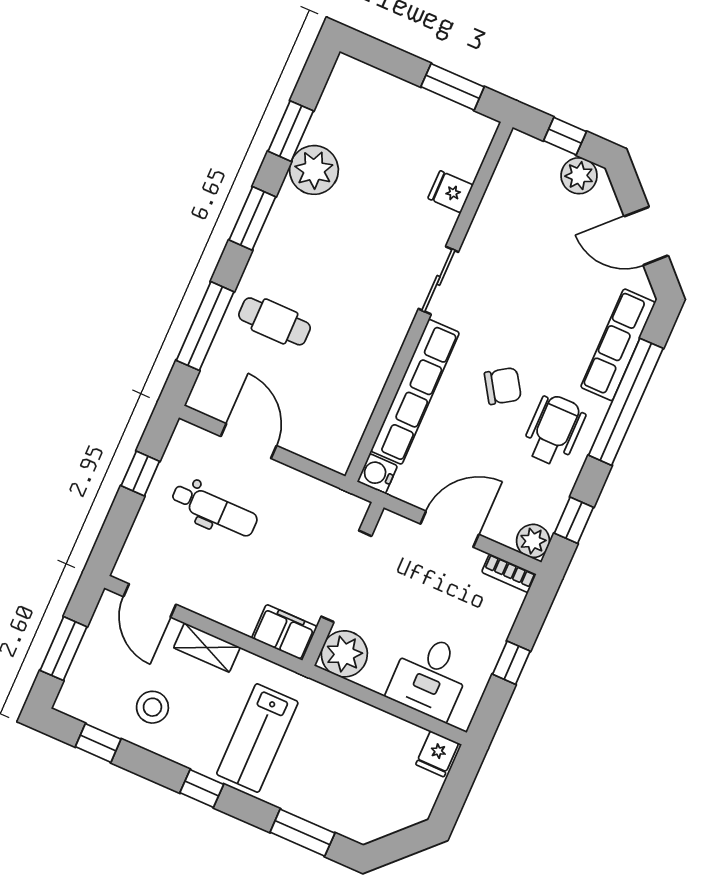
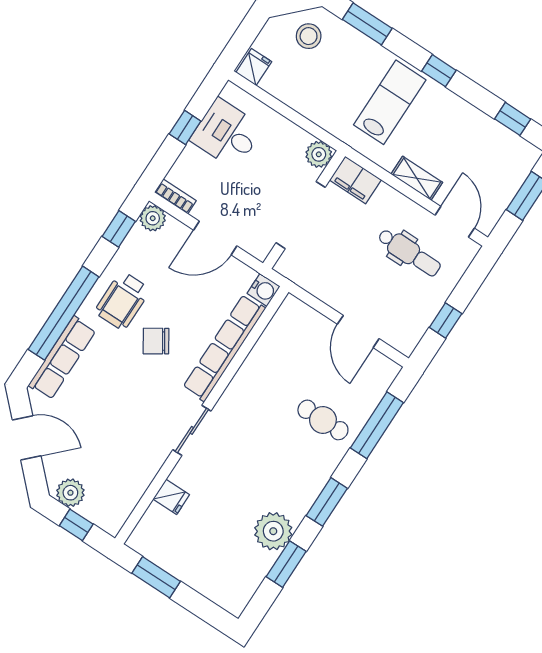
dental chair: (214, 509) -> (409, 252), moved, turned 180
plant: (344, 654) -> (319, 154), width x0.73, depth x0.73
desk: (430, 677) -> (227, 134), moved, turned -90
stool: (152, 707) -> (309, 36), moved

